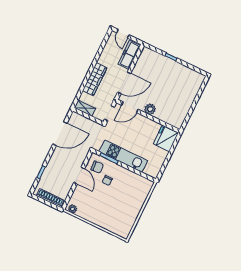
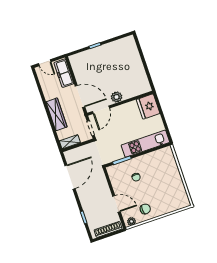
door: (124, 83) -> (80, 96), hinge flipped
kitchen unit: (123, 156) -> (145, 144), moved
chair: (97, 167) -> (145, 209), moved
door: (79, 176) -> (116, 204), moved

